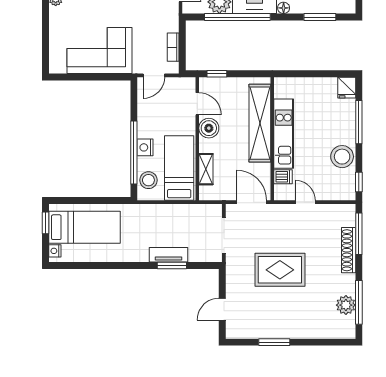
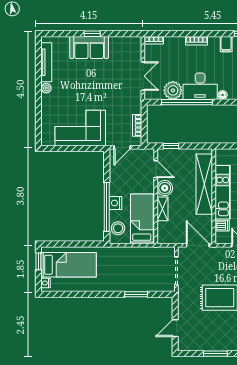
shelving: (206, 169) -> (163, 209), moved
tv unit: (168, 255) -> (134, 286), removed

